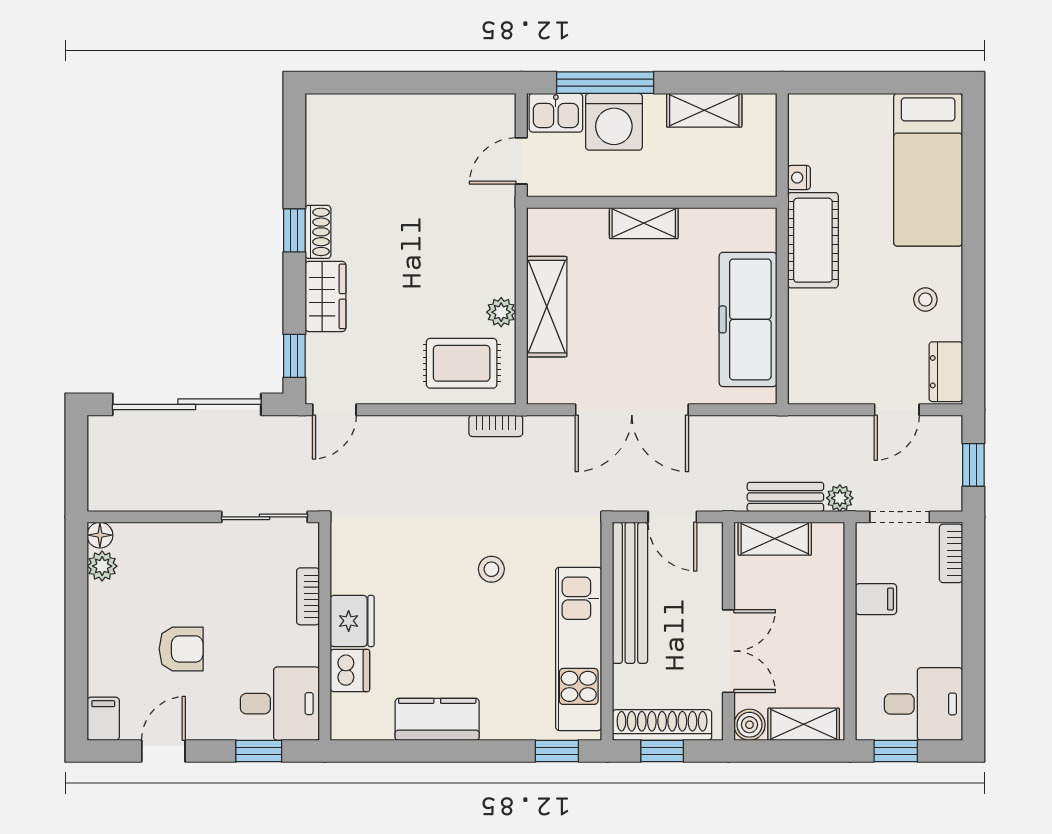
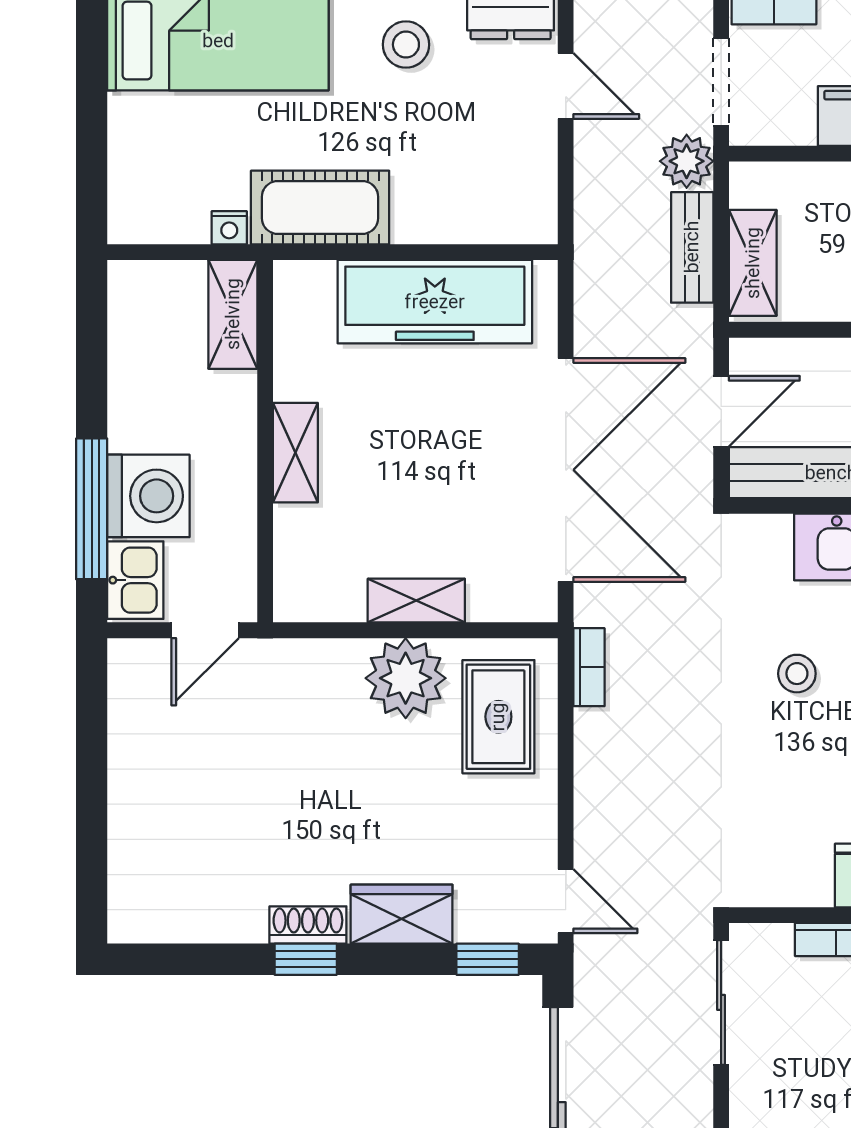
shelving: (704, 110) -> (233, 314), moved
door: (521, 161) -> (205, 630), hinge flipped
stool: (925, 299) -> (406, 45), width x1.37, depth x1.37
shelving: (547, 307) -> (416, 601), width x0.67, depth x0.75
plant: (501, 312) -> (406, 678), width x1.87, depth x1.87
double door: (632, 410) -> (566, 470), width x1.36
plant: (840, 498) -> (687, 161), width x1.38, depth x1.38

